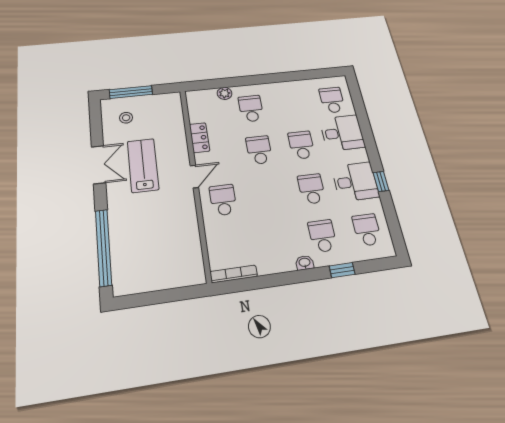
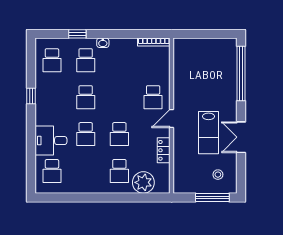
plant: (225, 93) -> (143, 182), width x1.88, depth x1.88
desk: (355, 182) -> (51, 98), removed

